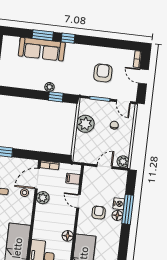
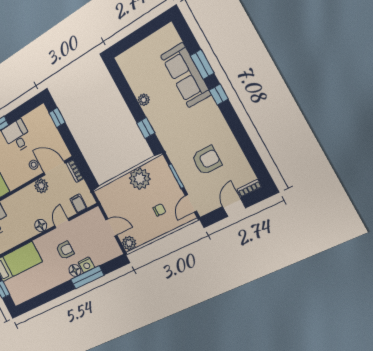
plant: (49, 87) -> (144, 100), moved
floor lamp: (68, 236) -> (41, 225), moved

